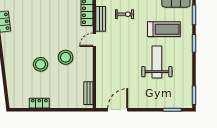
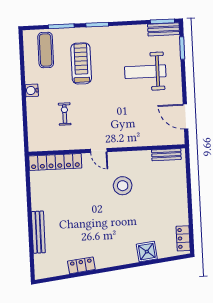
bench: (101, 19) -> (164, 29), moved
weight bench: (157, 62) -> (145, 72), moved
stool: (41, 64) -> (133, 217), removed
shower: (12, 74) -> (147, 252), added
locker: (39, 103) -> (183, 238), moved

